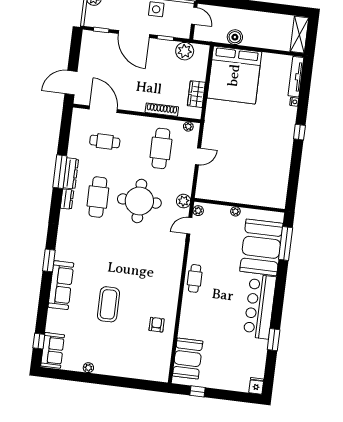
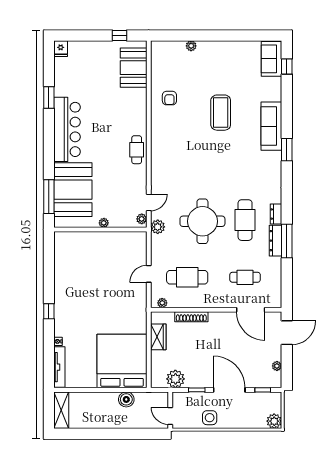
plant: (85, 51) -> (277, 366), added
cafe table: (161, 148) -> (187, 277), turned 90
plant: (88, 368) -> (191, 46), moved

